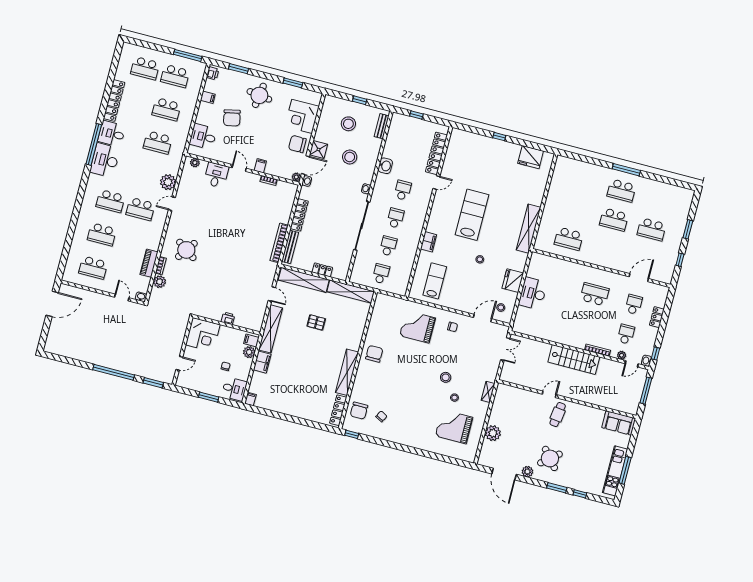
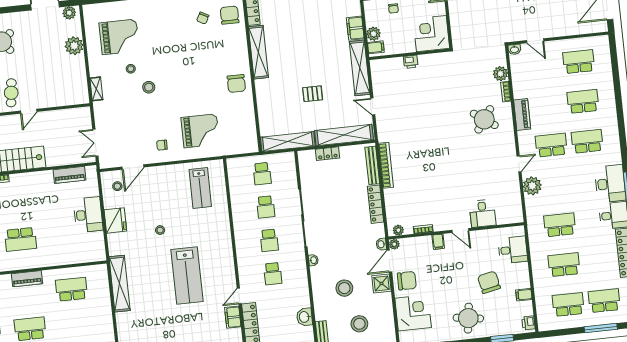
window: (188, 55) -> (601, 328), moved
plant: (195, 163) -> (398, 230), moved
washbasin: (385, 166) -> (304, 317), moved
filing cabinet: (429, 242) -> (233, 317), moved
piano: (601, 261) -> (27, 279), added
piano: (149, 263) -> (522, 115), moved
piano: (536, 331) -> (69, 175), added
plant: (527, 472) -> (69, 13), moved

